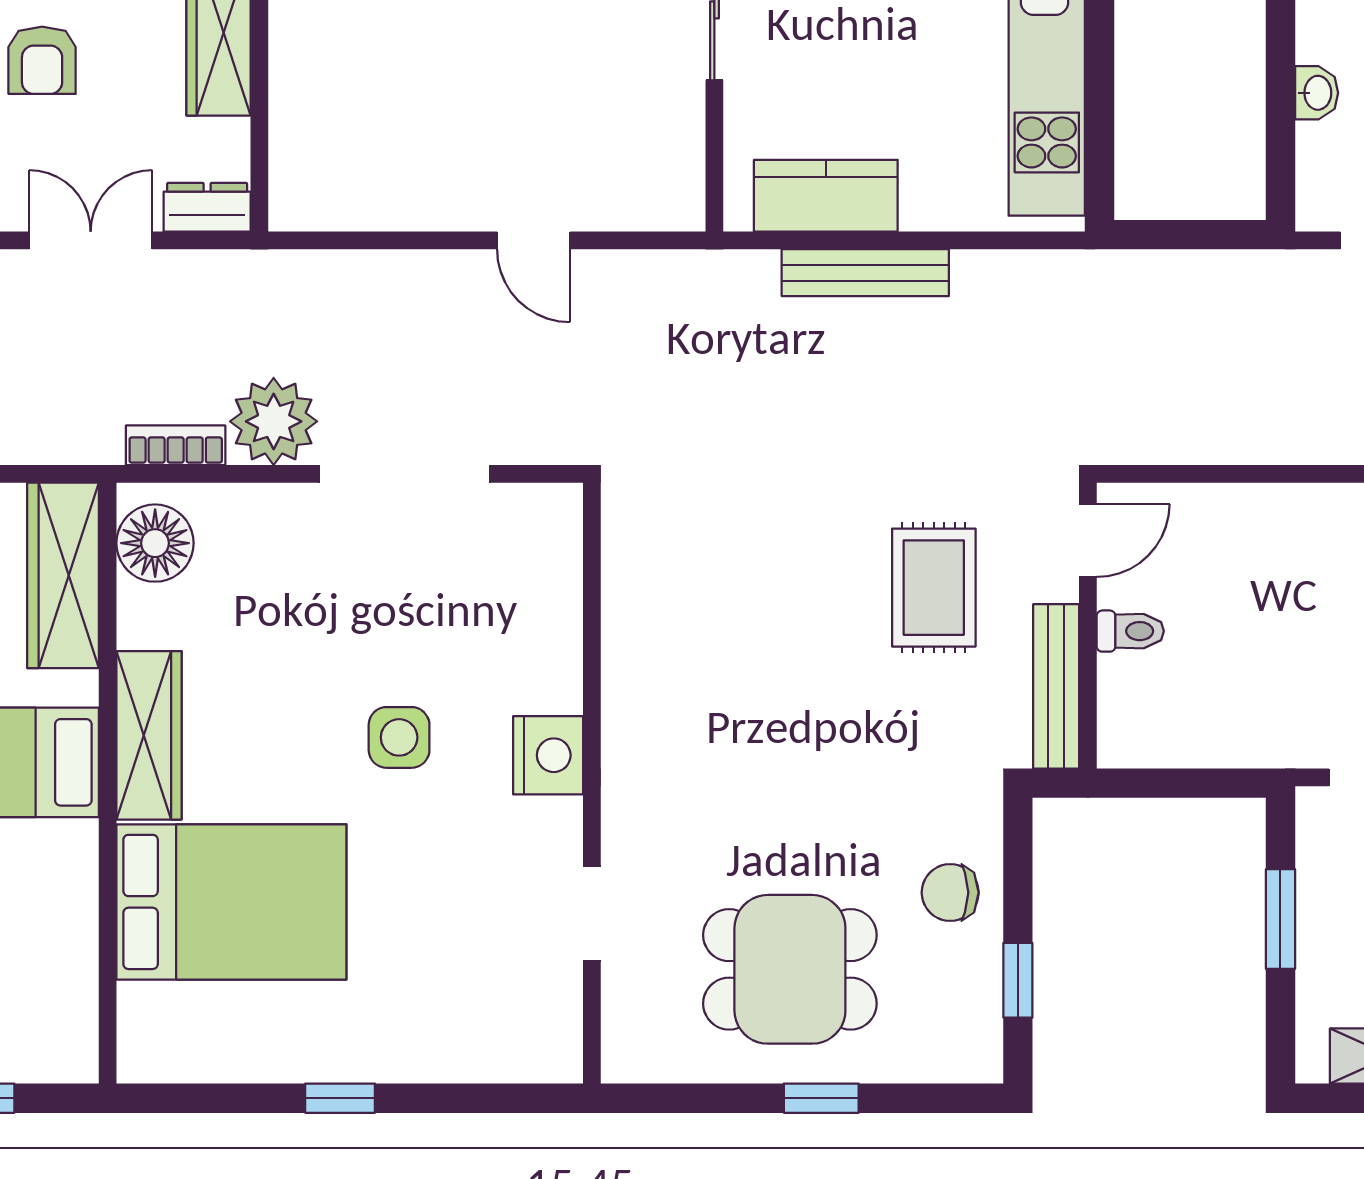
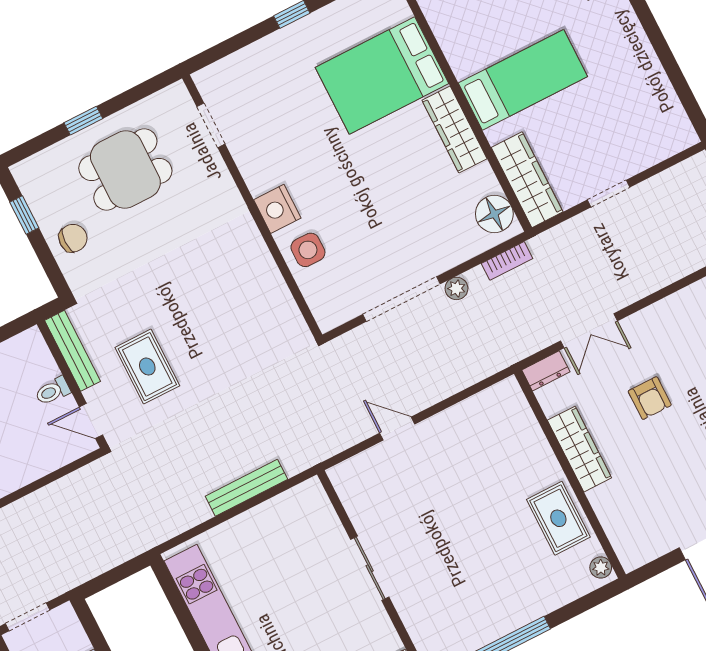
armchair: (42, 60) -> (650, 398), turned 180
kitchen counter: (826, 196) -> (280, 512), removed
plant: (274, 421) -> (456, 288), width x0.53, depth x0.53
door: (1088, 541) -> (91, 421), hinge flipped
side table: (399, 737) -> (308, 250), moved
doorway: (592, 913) -> (211, 125), moved

